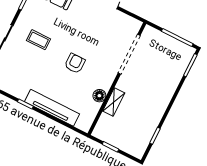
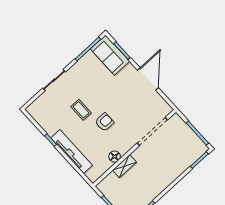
coffee table: (38, 40) -> (81, 110), moved

